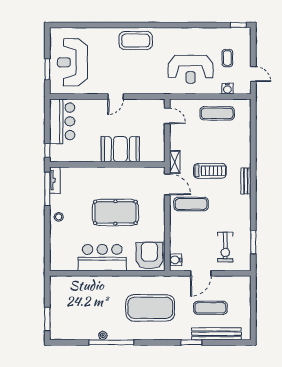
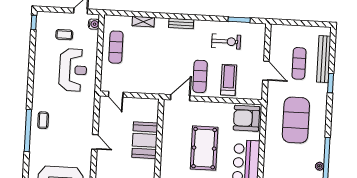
window: (124, 25) -> (28, 131), added
coffee table: (136, 41) -> (43, 120), width x0.54, depth x0.58
water cooler: (227, 89) -> (94, 24), moved
door: (167, 116) -> (116, 94), swing flipped
shelving: (175, 162) -> (143, 22), moved
treadmill: (210, 171) -> (229, 80), moved
exercise bike: (225, 247) -> (226, 41), moved
water cooler: (176, 260) -> (252, 94), removed

